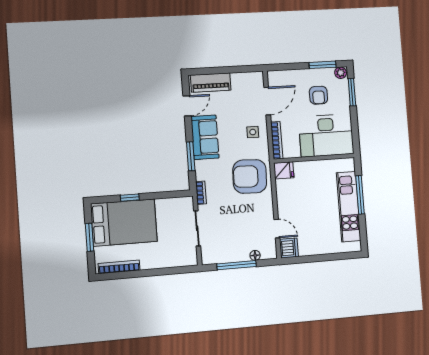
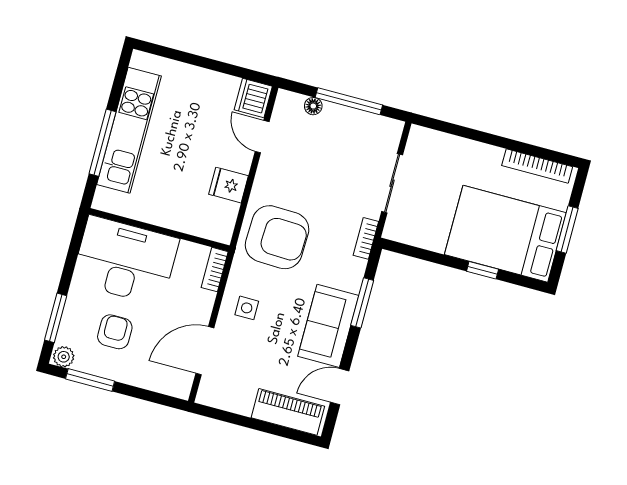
bookcase: (277, 140) -> (215, 270), width x0.64
fridge: (284, 170) -> (229, 185), moved

